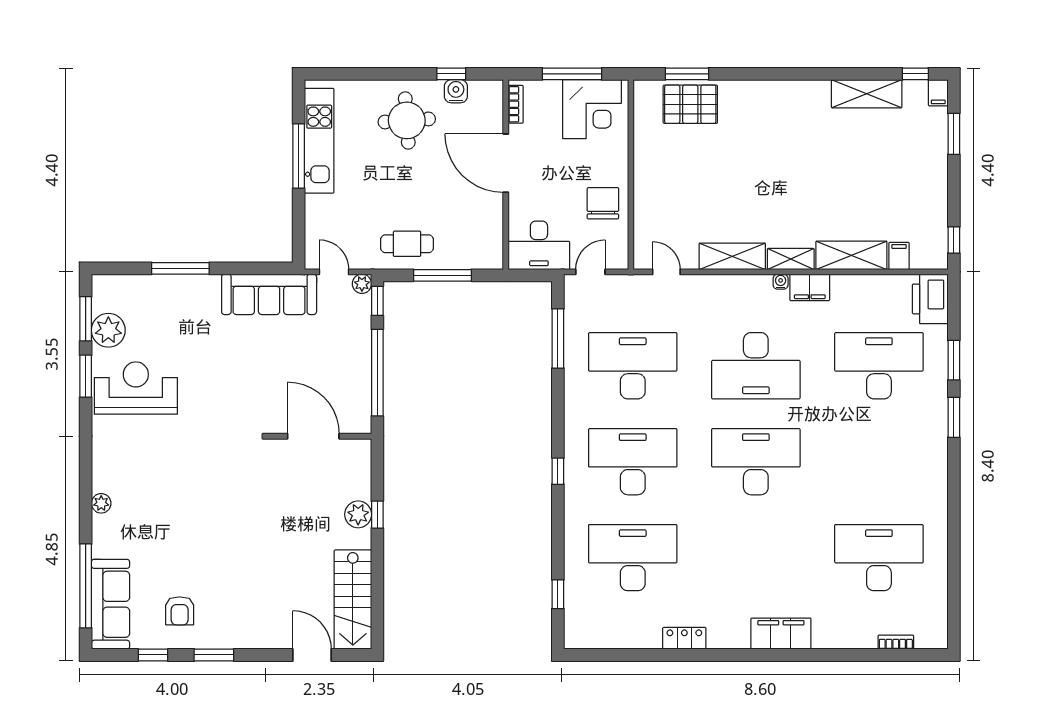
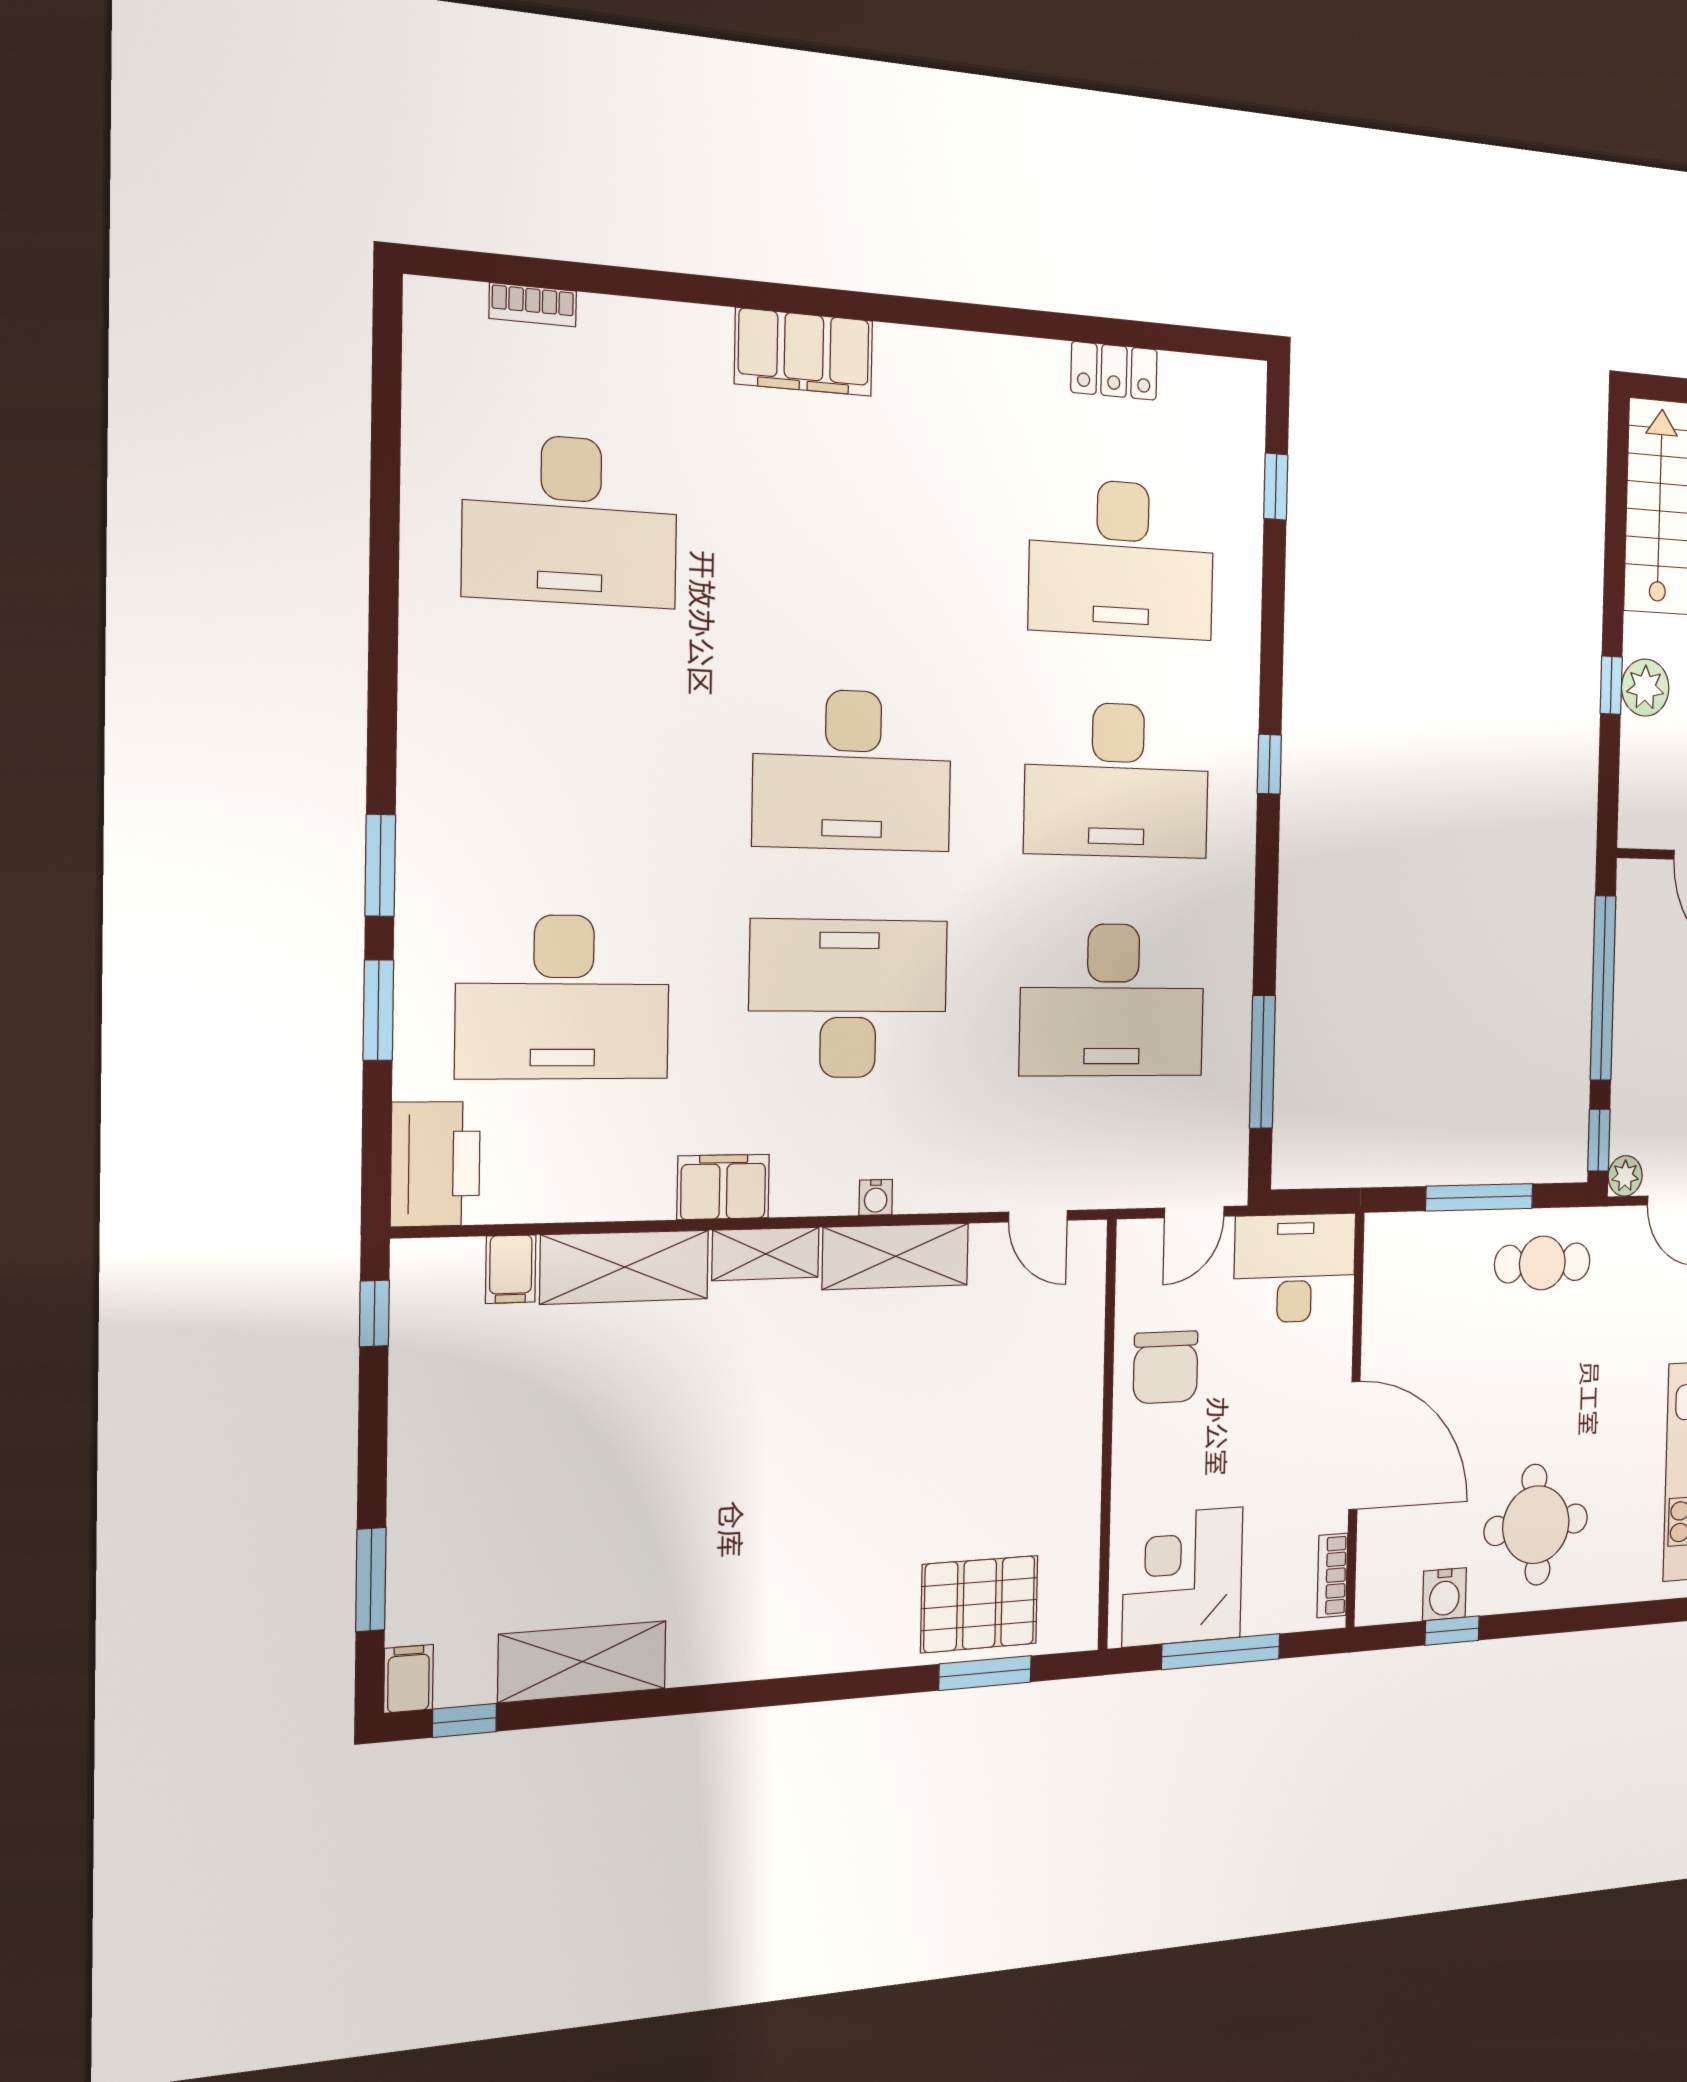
water cooler: (781, 282) -> (876, 1197), moved
locker: (684, 638) -> (1114, 371), moved

